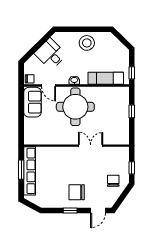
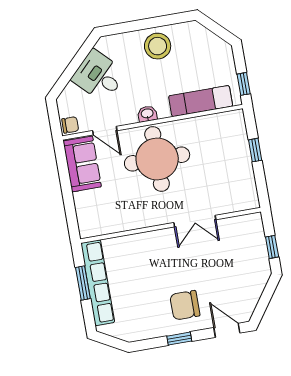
double door: (91, 146) -> (195, 221), swing flipped
chair: (113, 181) -> (244, 275), removed
door: (98, 211) -> (227, 330), swing flipped

